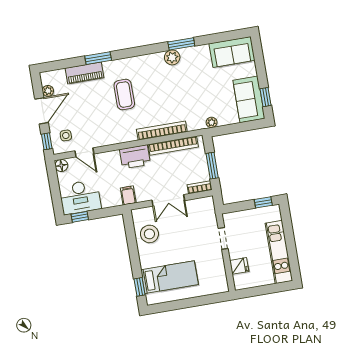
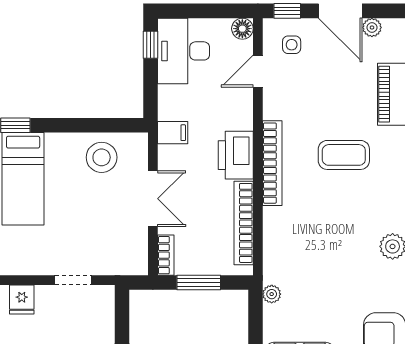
bookcase: (162, 131) -> (272, 163), moved
double door: (168, 200) -> (153, 199), swing flipped

